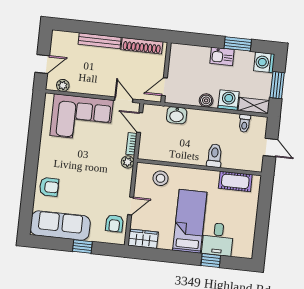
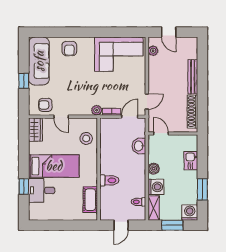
kitchen sink: (222, 56) -> (191, 161), moved
corner sofa: (82, 118) -> (119, 54), moved, turned -90

